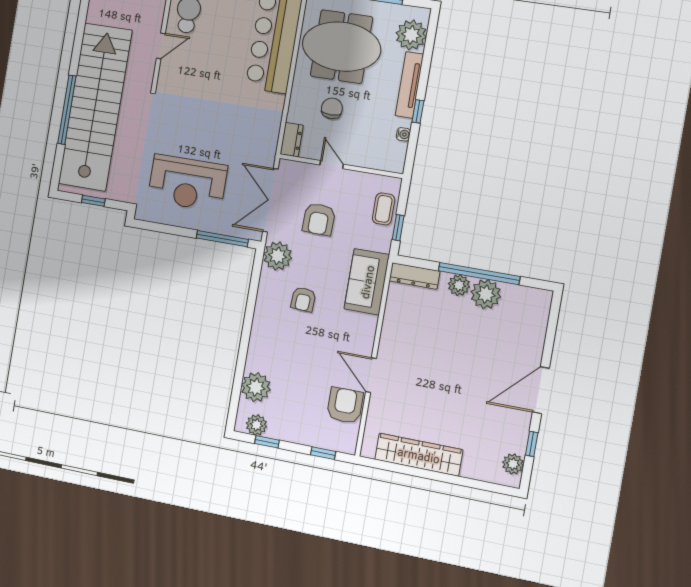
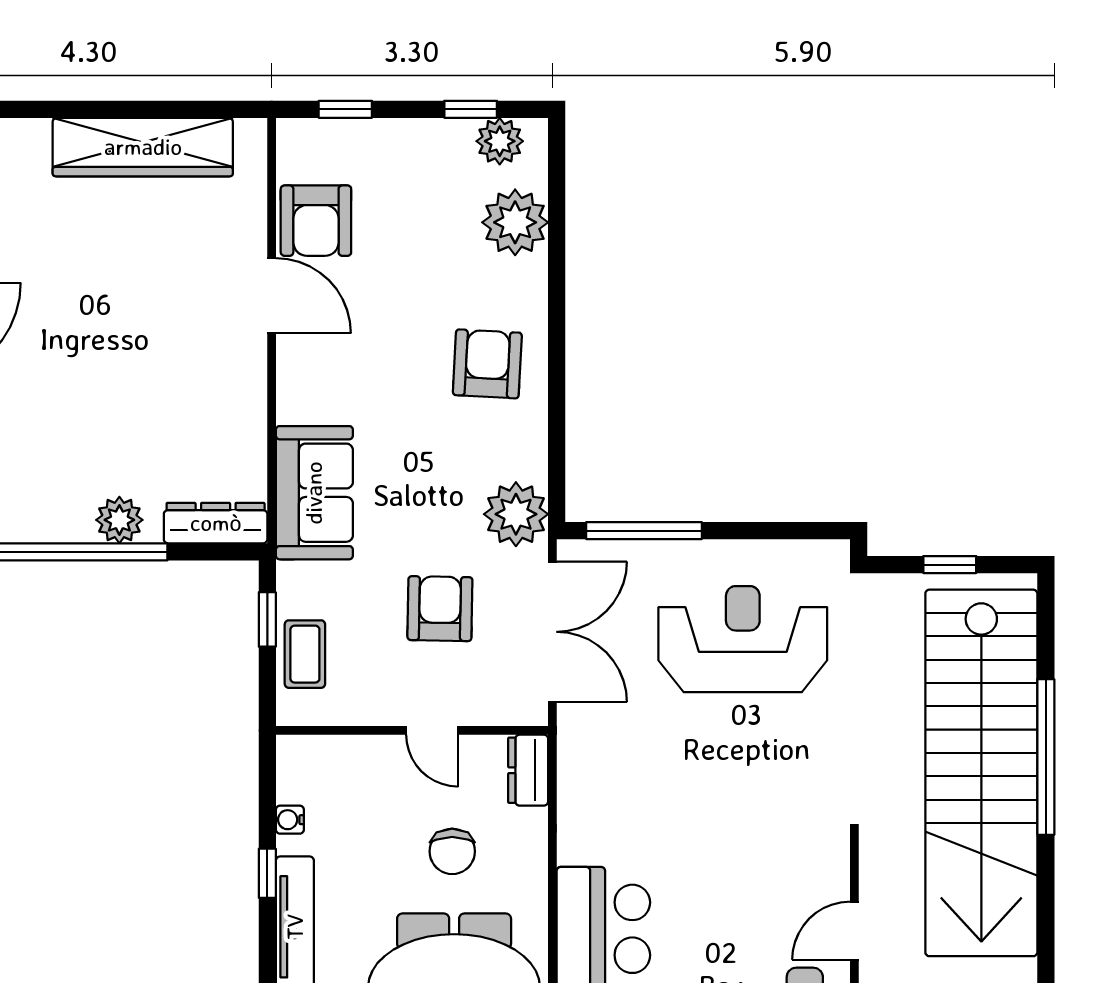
plant: (486, 294) -> (61, 511), removed
armchair: (303, 299) -> (487, 364), moved, width x1.38, depth x1.38

